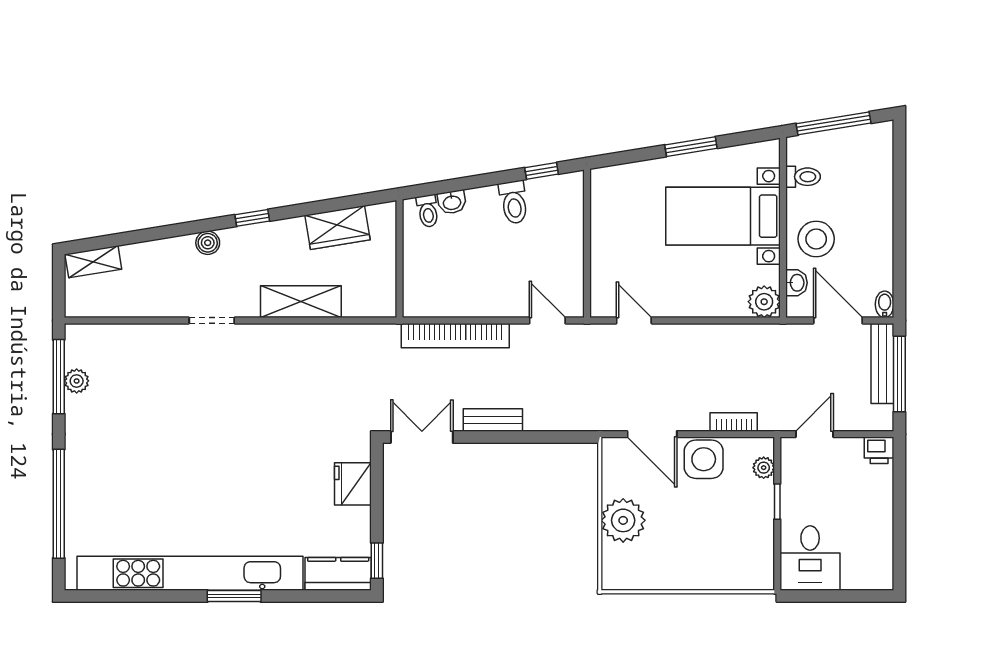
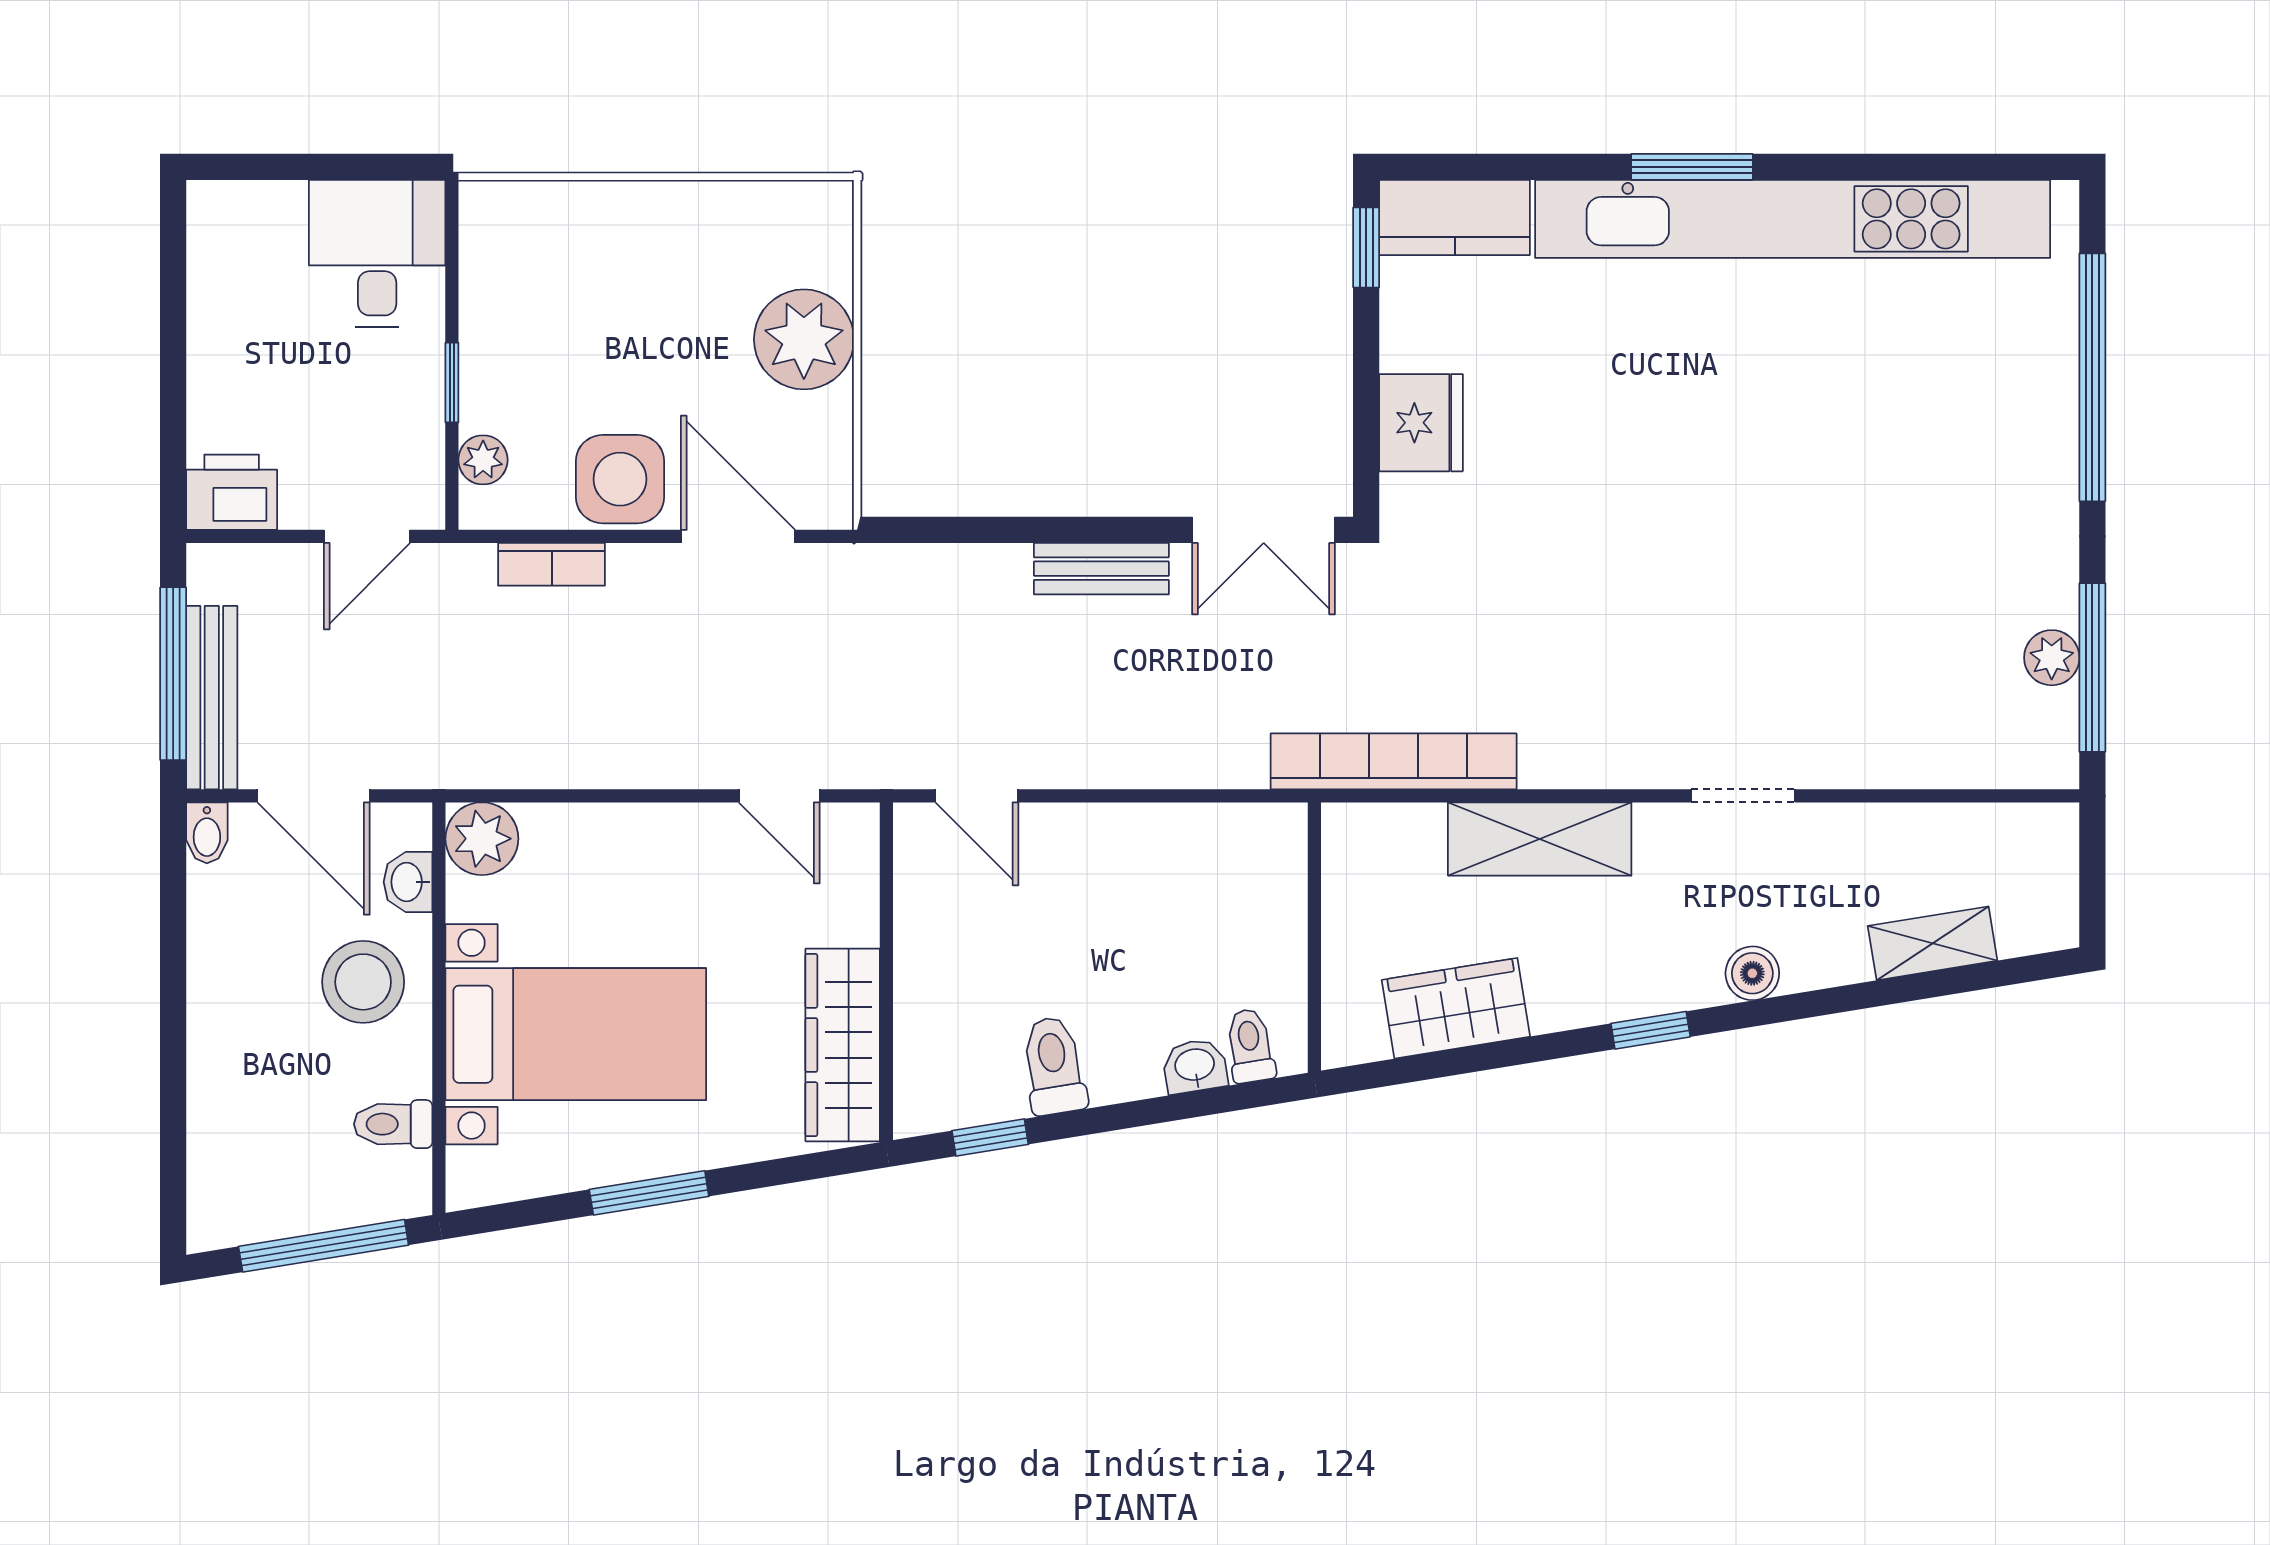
wardrobe: (606, 211) -> (843, 1045), added
shelving: (93, 262) -> (1933, 943), moved
bookcase: (455, 336) -> (1394, 761), moved
printer: (879, 450) -> (232, 492), width x1.36, depth x1.24

